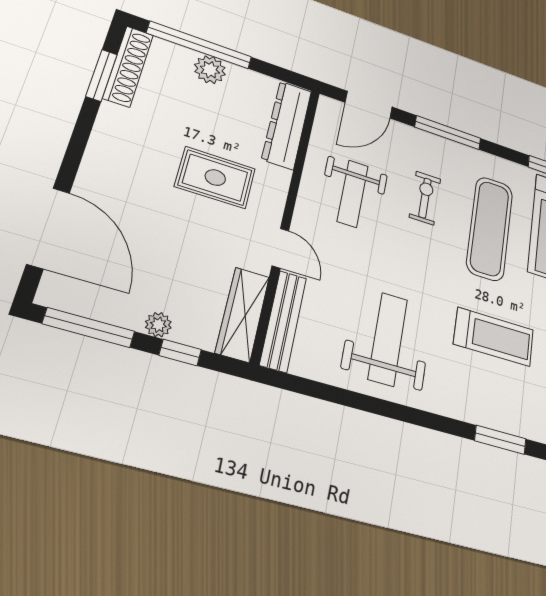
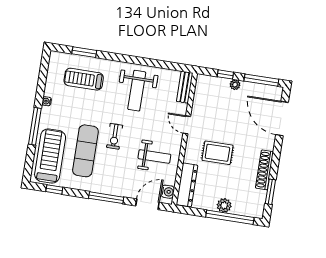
shoe rack: (128, 66) -> (264, 170), moved
water cooler: (327, 120) -> (168, 192), added
weight bench: (353, 194) -> (154, 156), turned 90
exercise bike: (425, 198) -> (115, 136), moved
wardrobe: (243, 314) -> (201, 93), removed
bench: (283, 321) -> (185, 87), width x0.73
treadmill: (494, 337) -> (84, 79), moved

